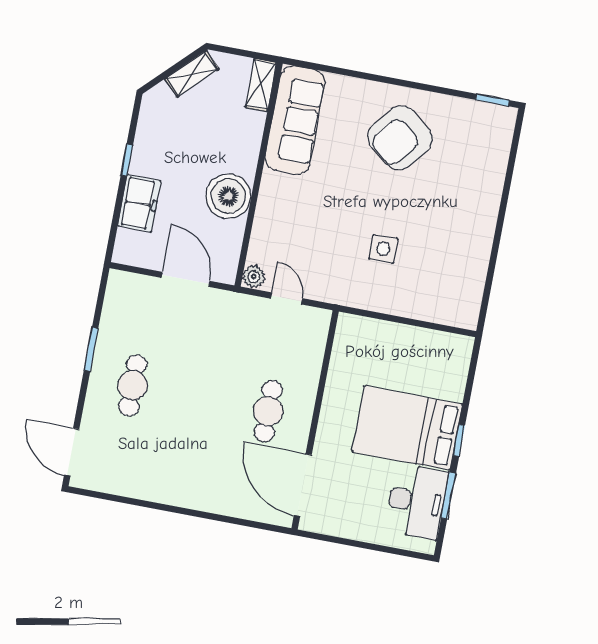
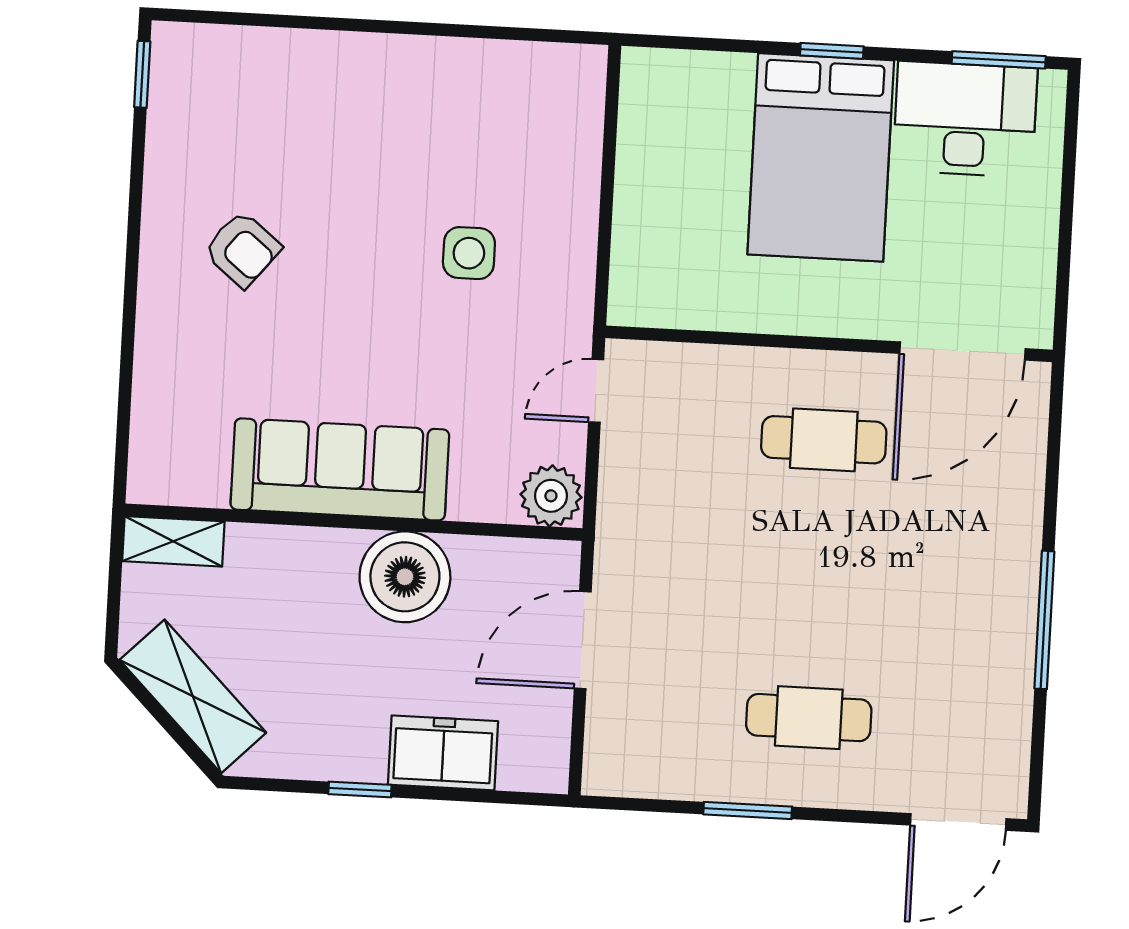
shelving: (192, 74) -> (193, 696), width x1.50, depth x1.33
sofa: (295, 120) -> (340, 469), moved
armchair: (400, 138) -> (242, 249), width x0.53, depth x0.53
plant: (254, 277) -> (551, 496), width x1.38, depth x1.38
door: (286, 298) -> (596, 391), moved
window: (448, 496) -> (999, 60), moved
window: (165, 508) -> (1044, 620), added

